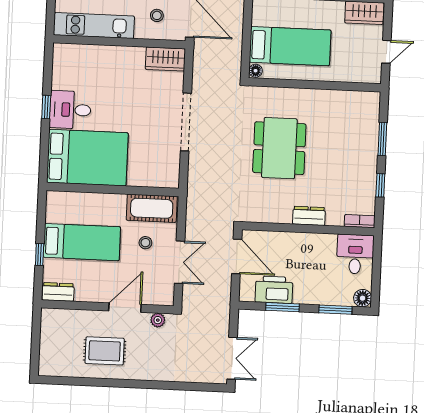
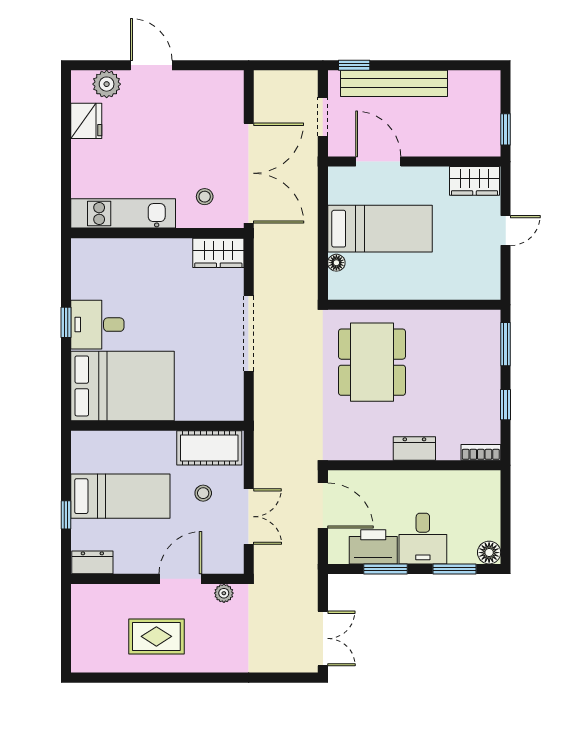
wall: (315, 85) -> (414, 305), moved
desk: (355, 254) -> (423, 539), moved, turned 180

